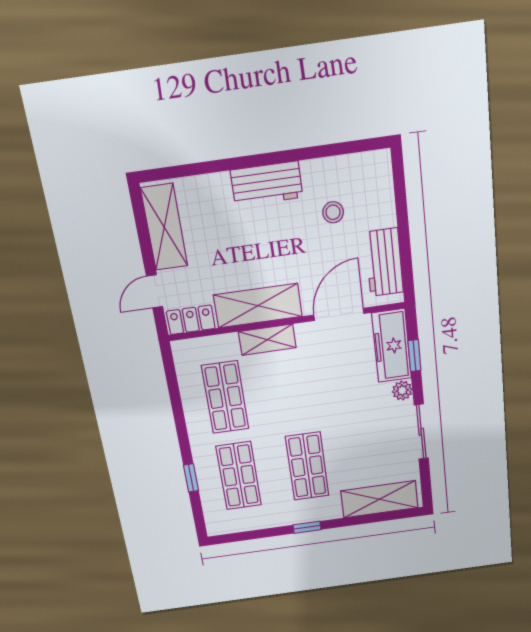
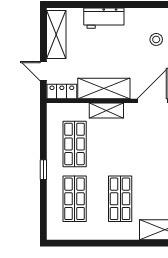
workbench: (267, 184) -> (104, 18), moved
door: (155, 291) -> (43, 71), hinge flipped
window: (191, 478) -> (43, 170), moved
window: (307, 527) -> (114, 243), removed

